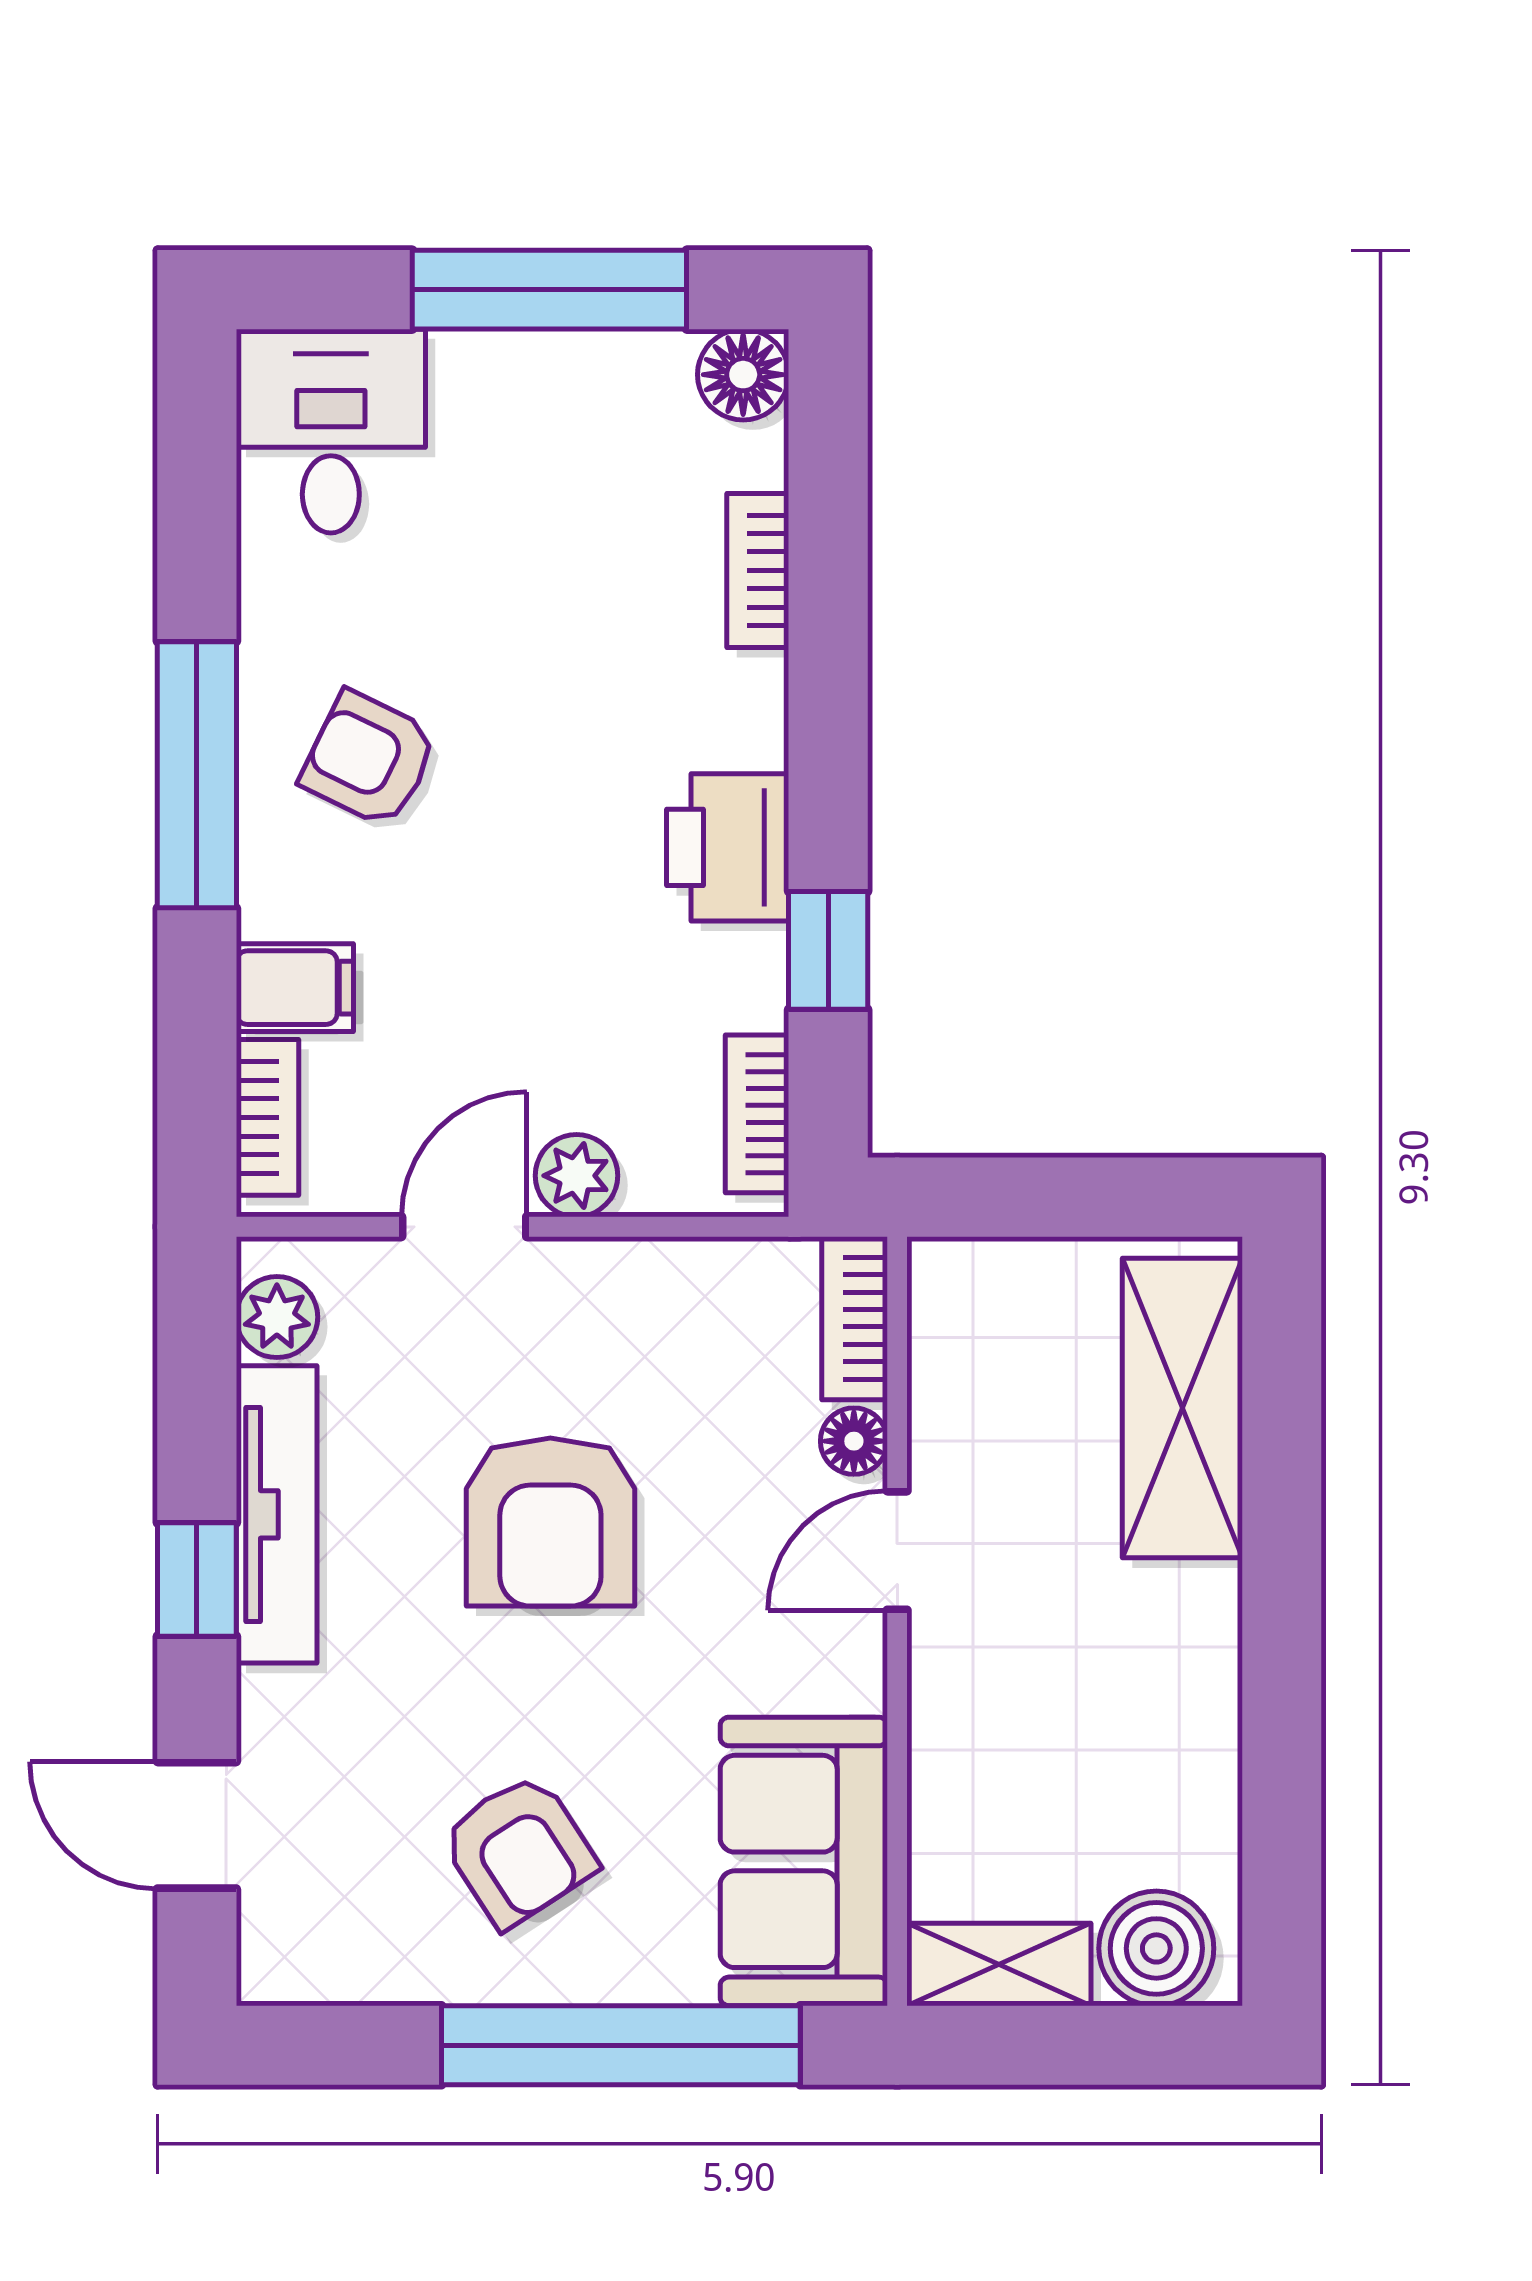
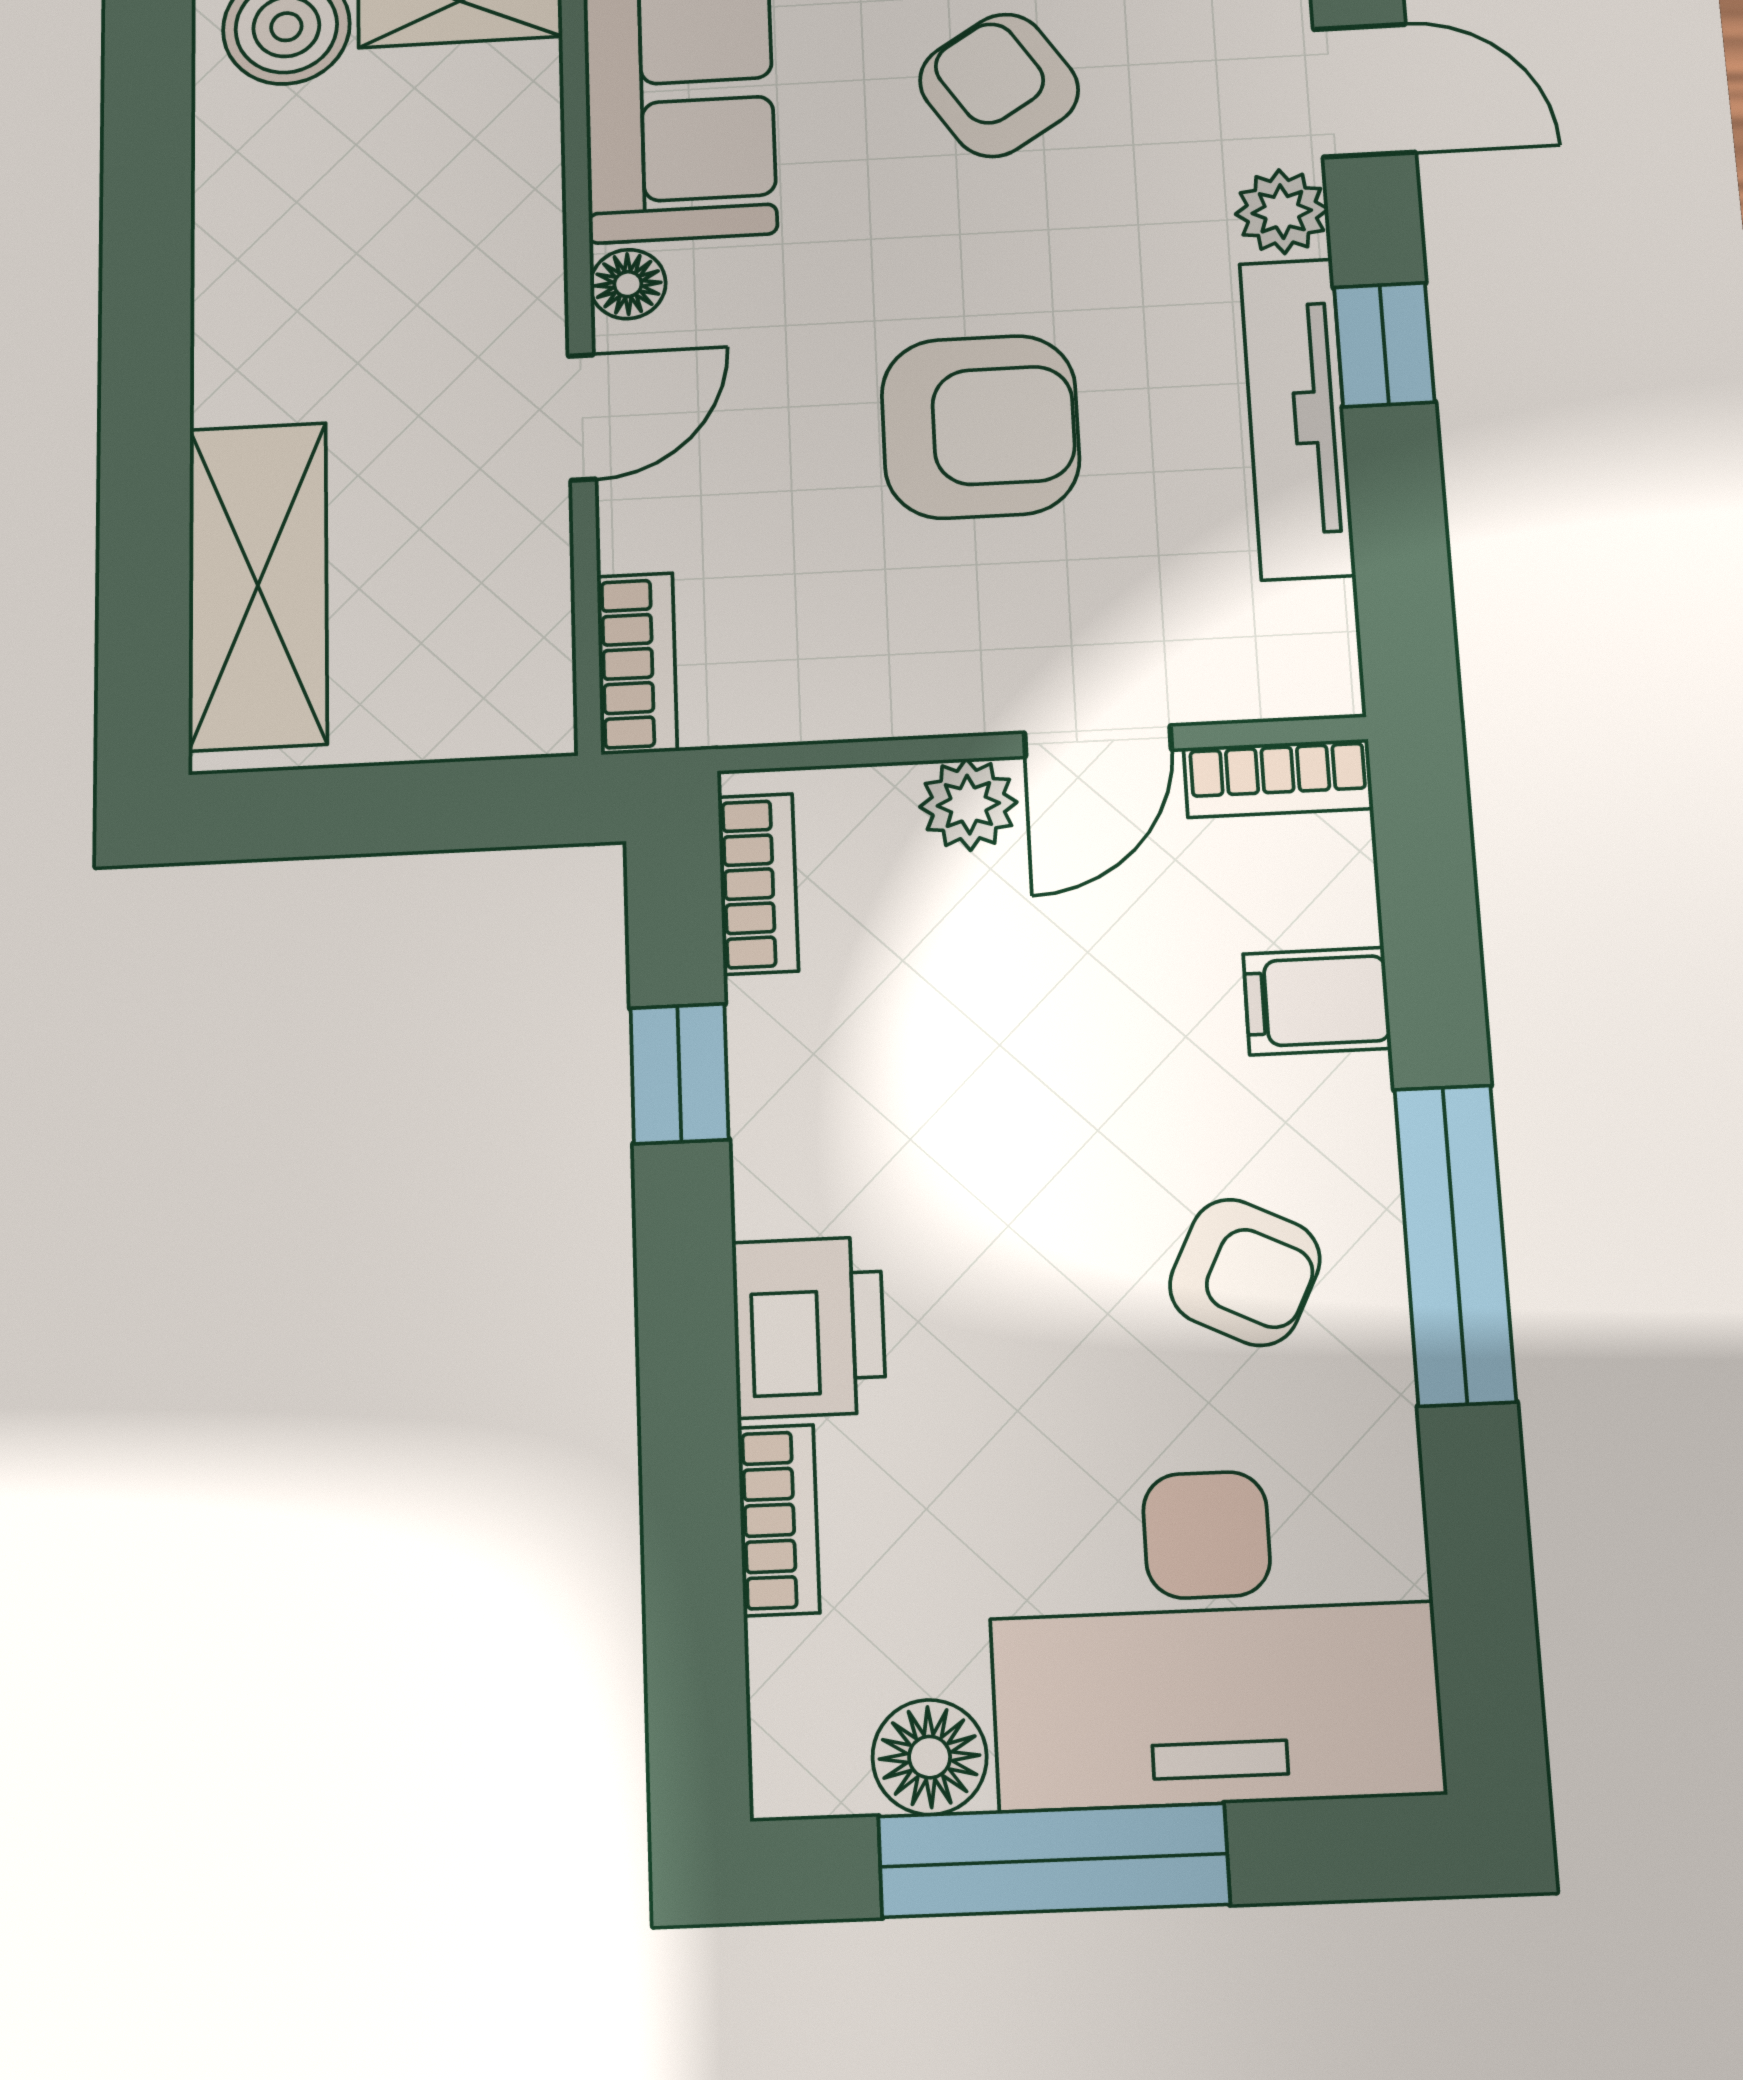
floor lamp: (743, 375) -> (930, 1757), moved
desk: (331, 431) -> (1213, 1637), width x1.87, depth x1.30
printer: (728, 847) -> (809, 1327), moved
bookcase: (267, 1117) -> (1278, 778), moved, turned -90
plant: (277, 1317) -> (1282, 212), moved
floor lamp: (854, 1441) -> (628, 284), moved
armchair: (550, 1522) -> (980, 427), turned 90

